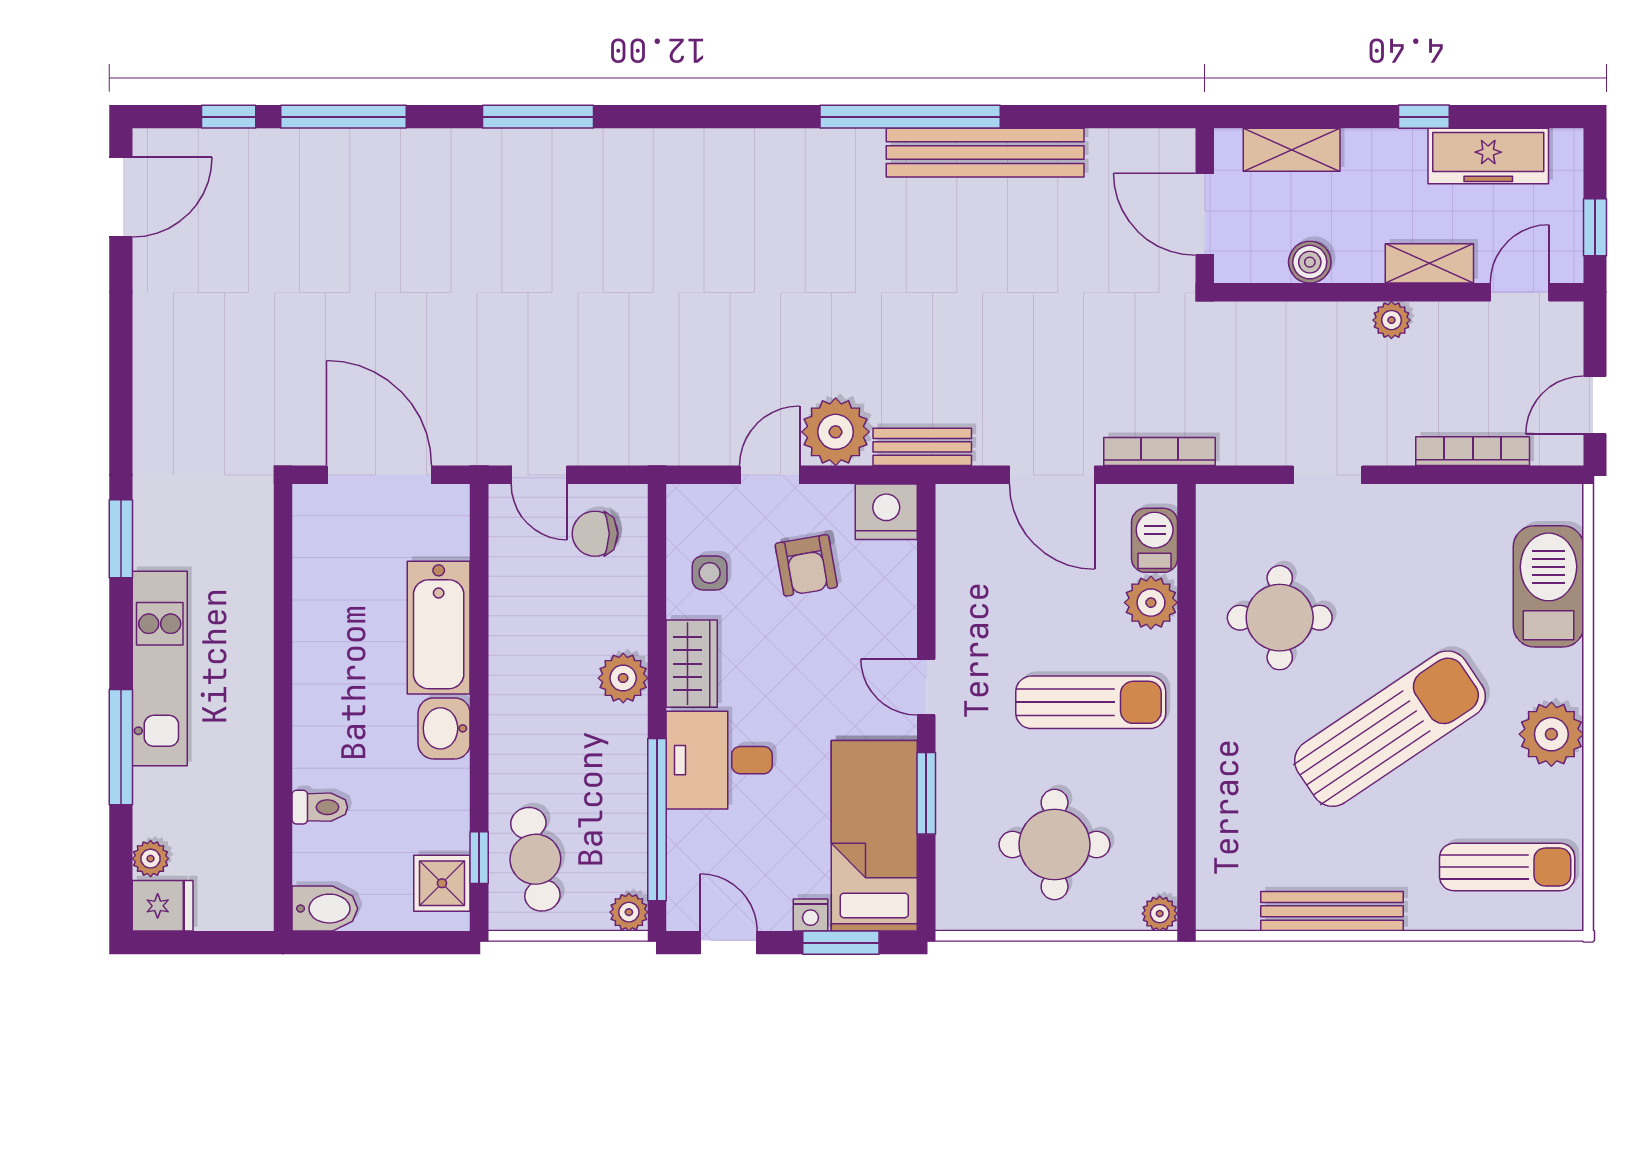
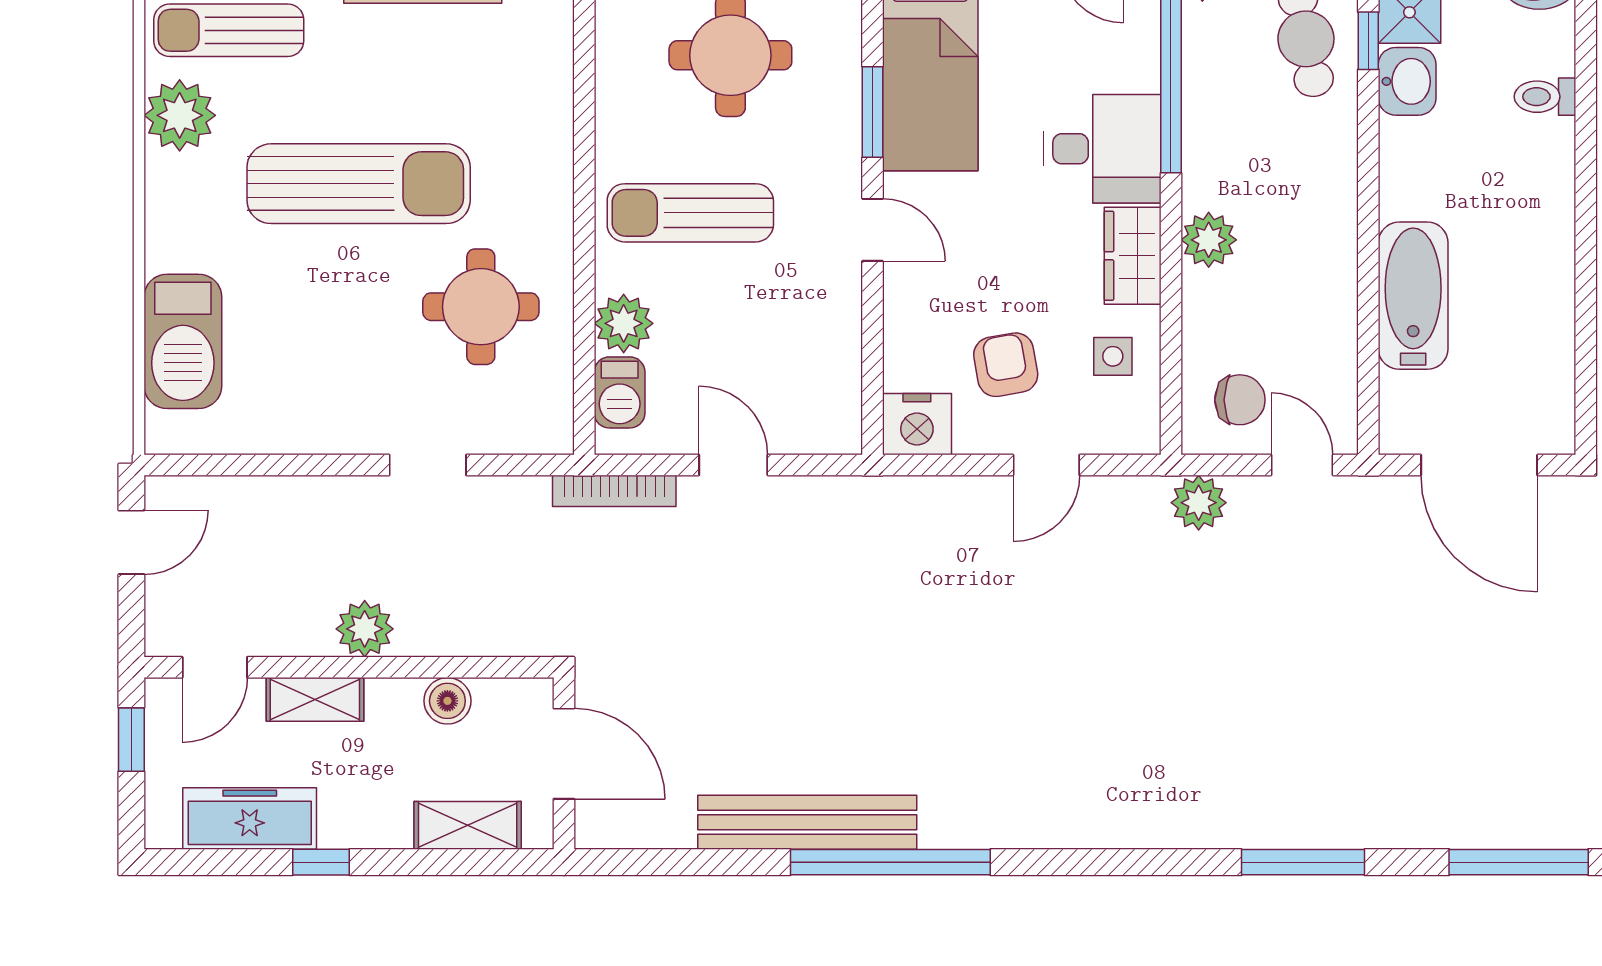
plant: (1391, 320) -> (365, 629), width x1.38, depth x1.38
plant: (836, 432) -> (1199, 503), moved, width x0.73, depth x0.73
bench: (922, 447) -> (877, 496), removed
bookcase: (1473, 451) -> (267, 491), removed
door: (1052, 475) -> (733, 465), width x0.73
washbasin: (444, 728) -> (1407, 81), moved
sun lounger: (1390, 729) -> (359, 184), turned -146
plant: (1551, 734) -> (180, 115), moved

